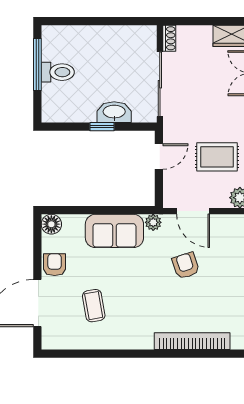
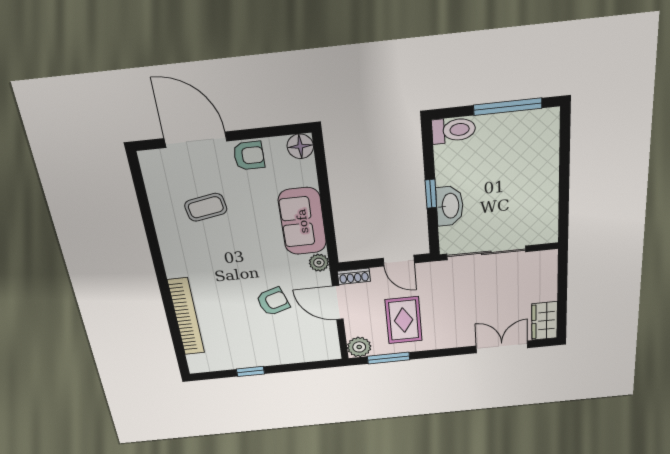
shoe rack: (169, 38) -> (354, 276), moved
toilet: (58, 72) -> (454, 130), moved, turned -90
door: (193, 211) -> (338, 303), hinge flipped

